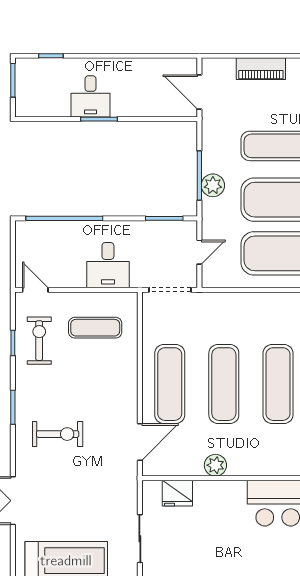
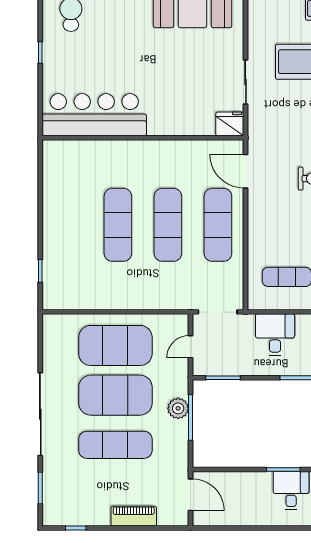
door: (140, 442) -> (246, 171), hinge flipped
plant: (215, 465) -> (176, 150), removed
fridge: (177, 493) -> (230, 124), moved

